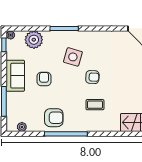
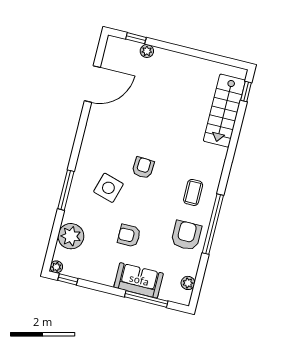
sofa: (15, 76) -> (139, 280), moved
coffee table: (95, 105) -> (193, 192), moved

